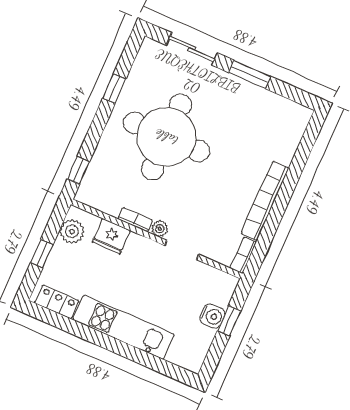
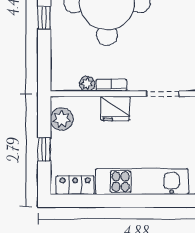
window: (78, 170) -> (44, 18), moved
plant: (160, 229) -> (87, 84), moved
fridge: (111, 236) -> (115, 108), moved

